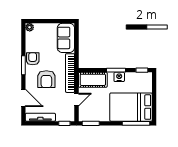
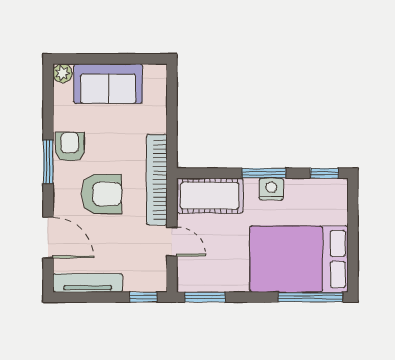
sofa: (66, 38) -> (108, 84), moved, turned -90
armchair: (46, 79) -> (102, 194), turned -90
door: (77, 100) -> (172, 242), hinge flipped

